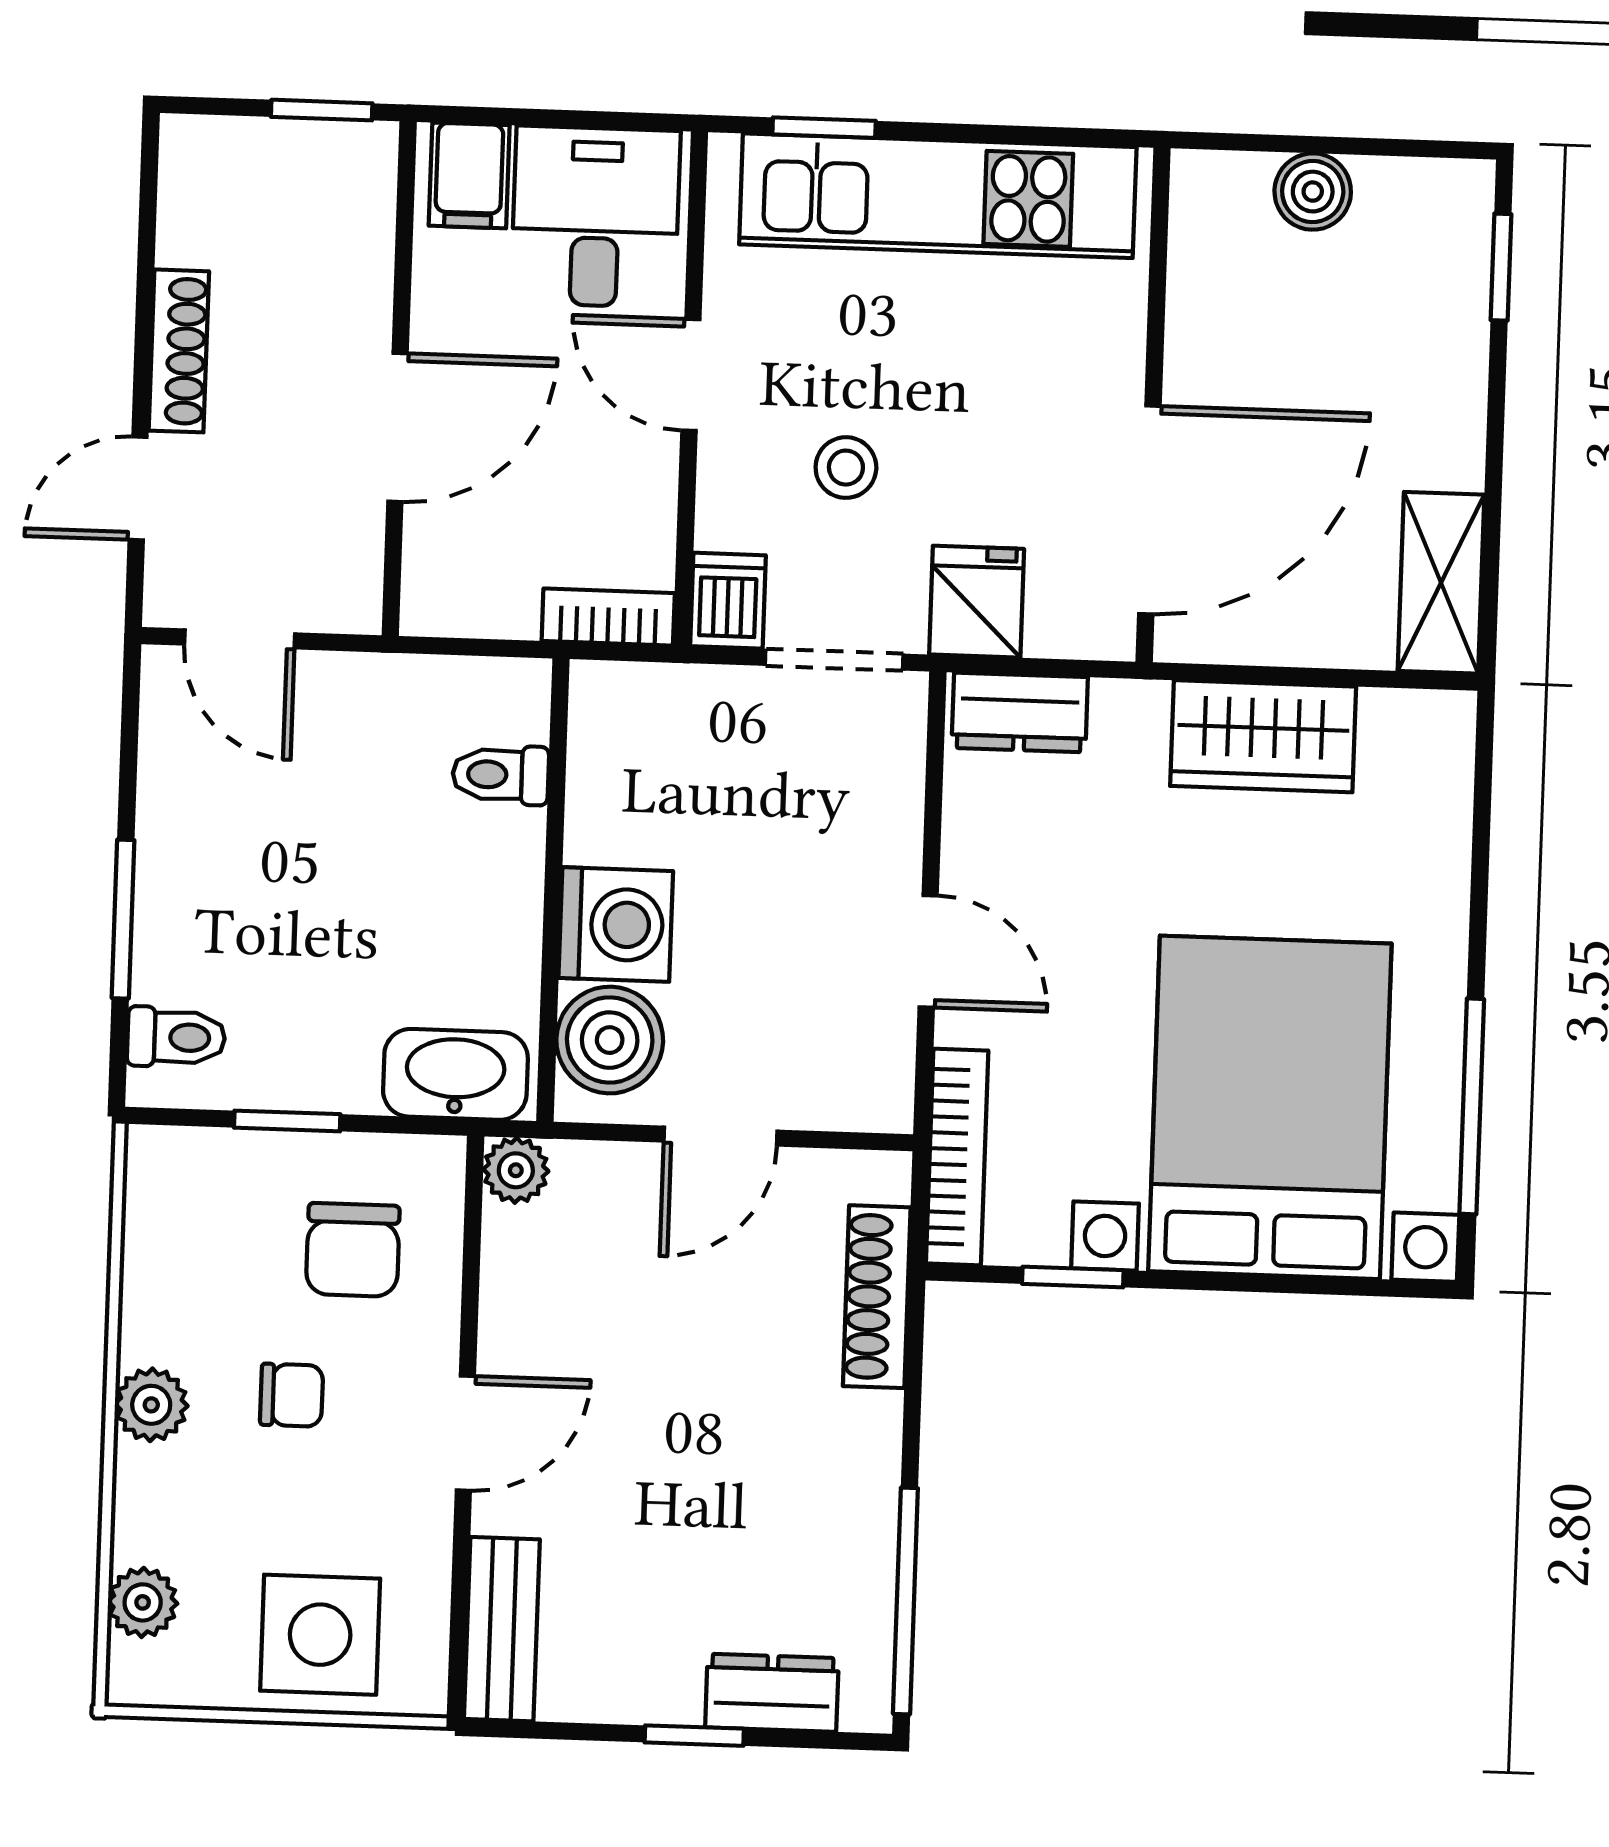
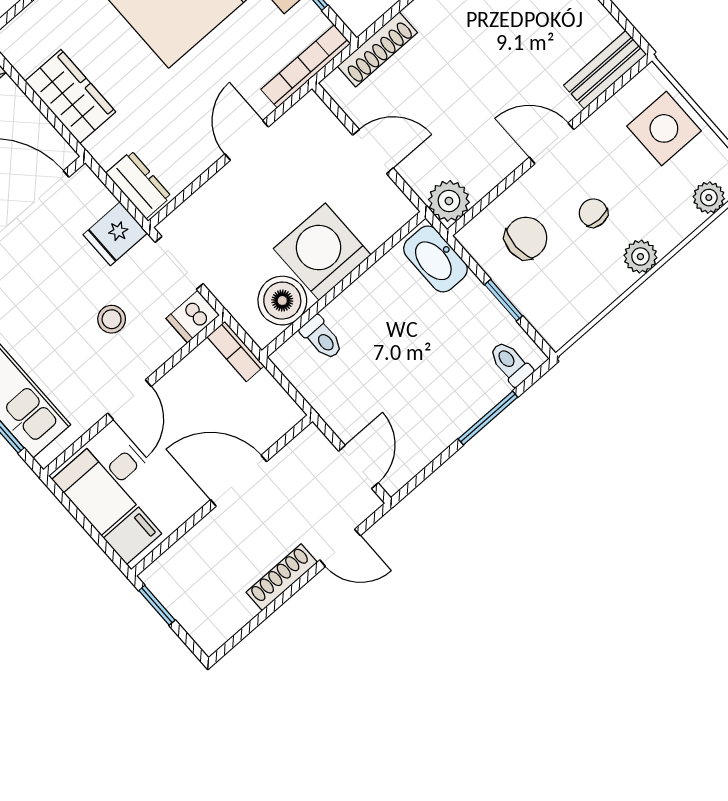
washing machine: (616, 925) -> (322, 252), width x1.37, depth x1.37
boiler: (610, 1040) -> (282, 301), moved
plant: (516, 1170) -> (449, 201), width x1.38, depth x1.38

